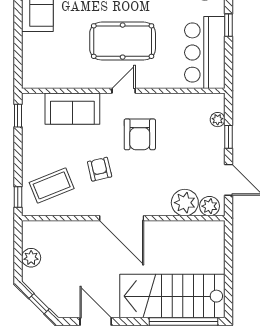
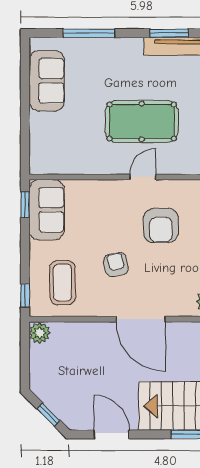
sofa: (72, 109) -> (47, 210), moved, turned -90
coffee table: (52, 185) -> (63, 283), turned -69
plant: (31, 258) -> (40, 333), moved

